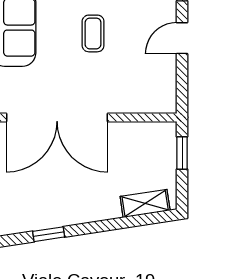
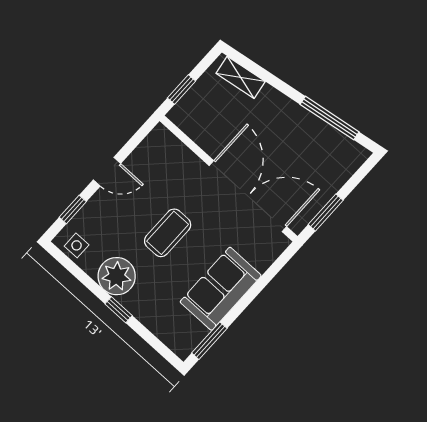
coffee table: (93, 33) -> (168, 233), width x1.36, depth x1.30
window: (49, 234) -> (330, 118), width x2.17

